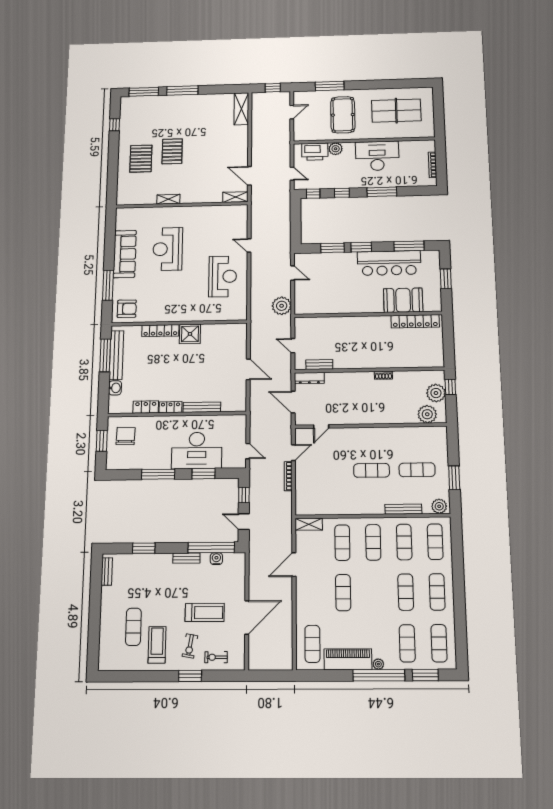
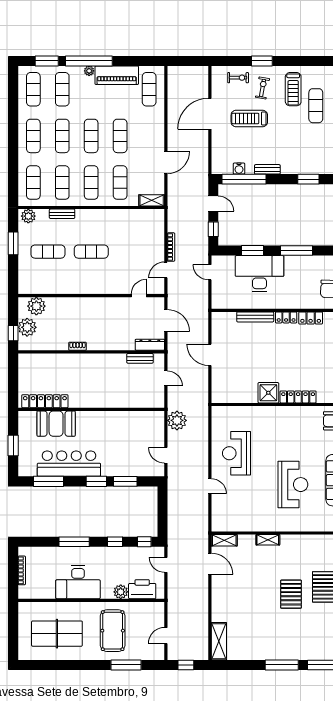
shelving: (168, 199) -> (268, 540), moved
bench: (403, 509) -> (62, 214), width x0.73
exercise mat: (374, 592) -> (91, 136), added

